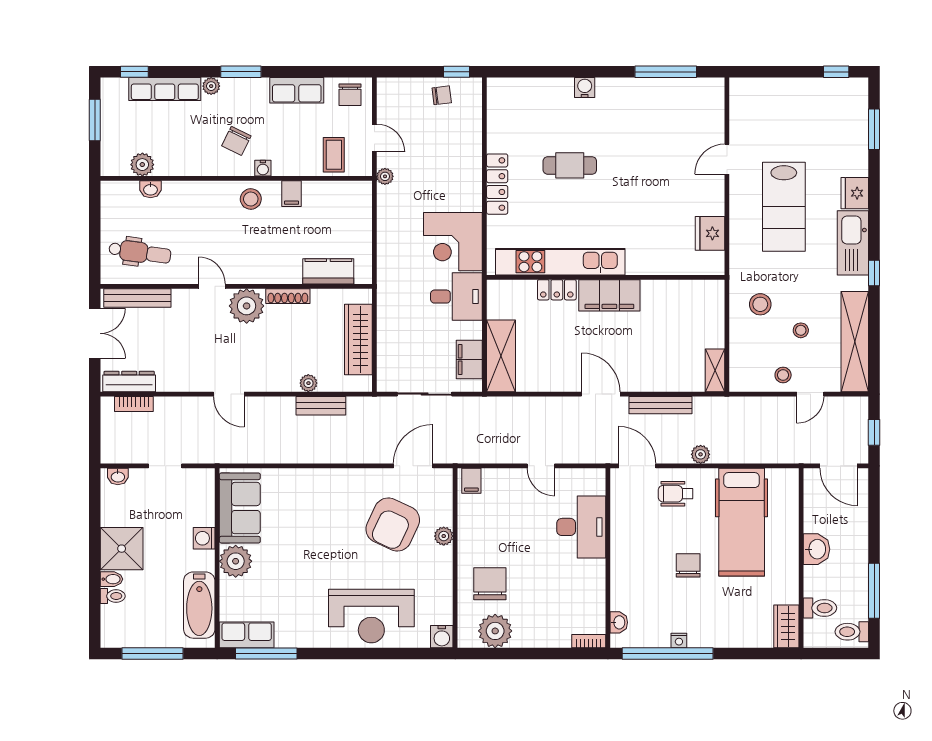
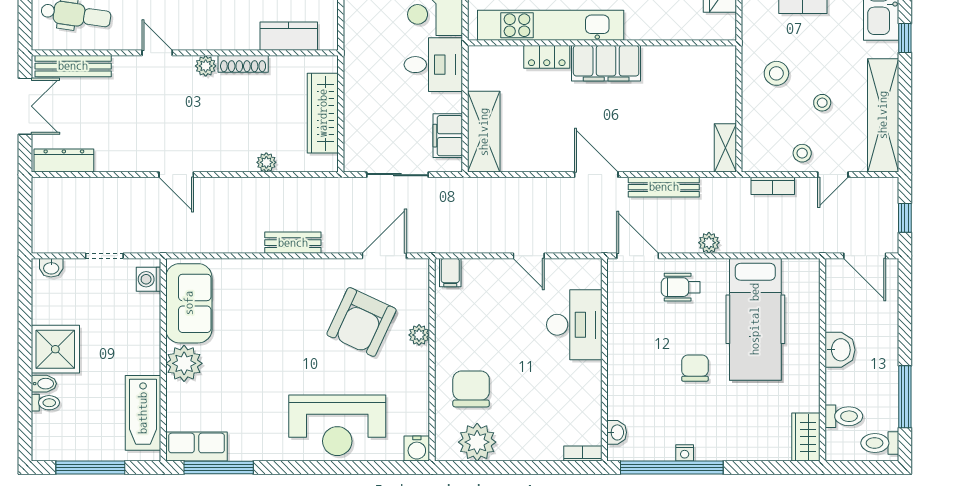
plant: (247, 306) -> (206, 66), width x0.53, depth x0.53
bookcase: (134, 404) -> (773, 186), moved
bench: (321, 406) -> (293, 243), moved
washing machine: (204, 538) -> (149, 279), moved

